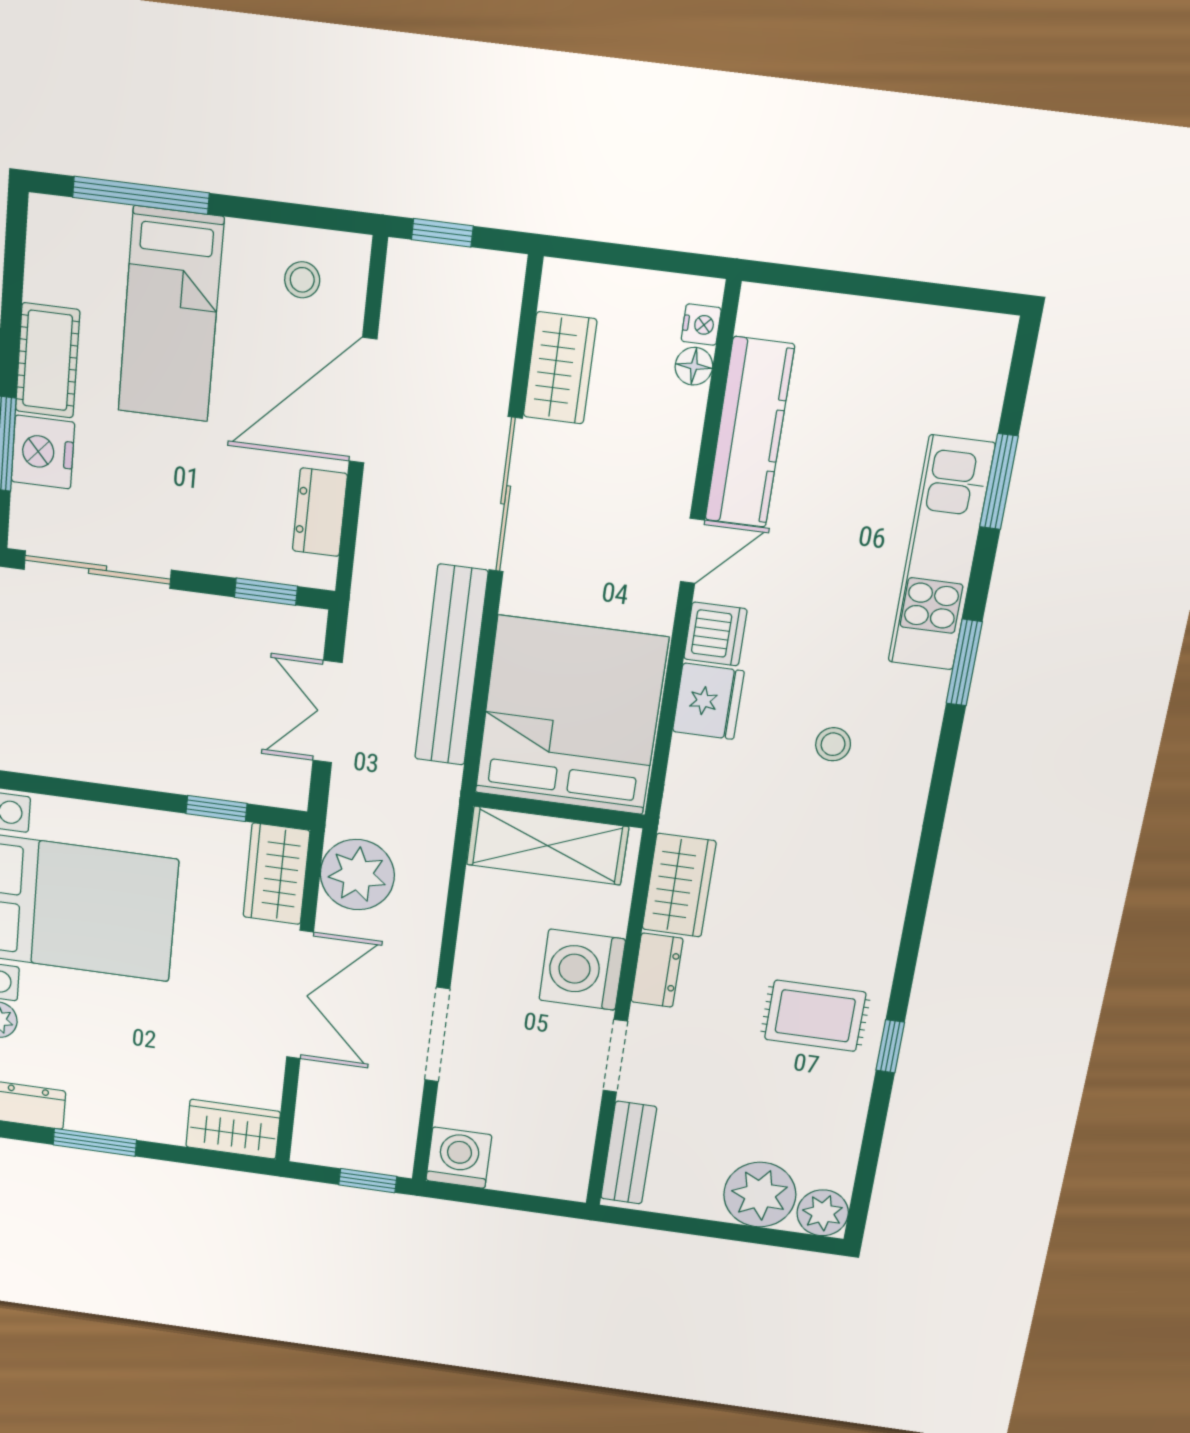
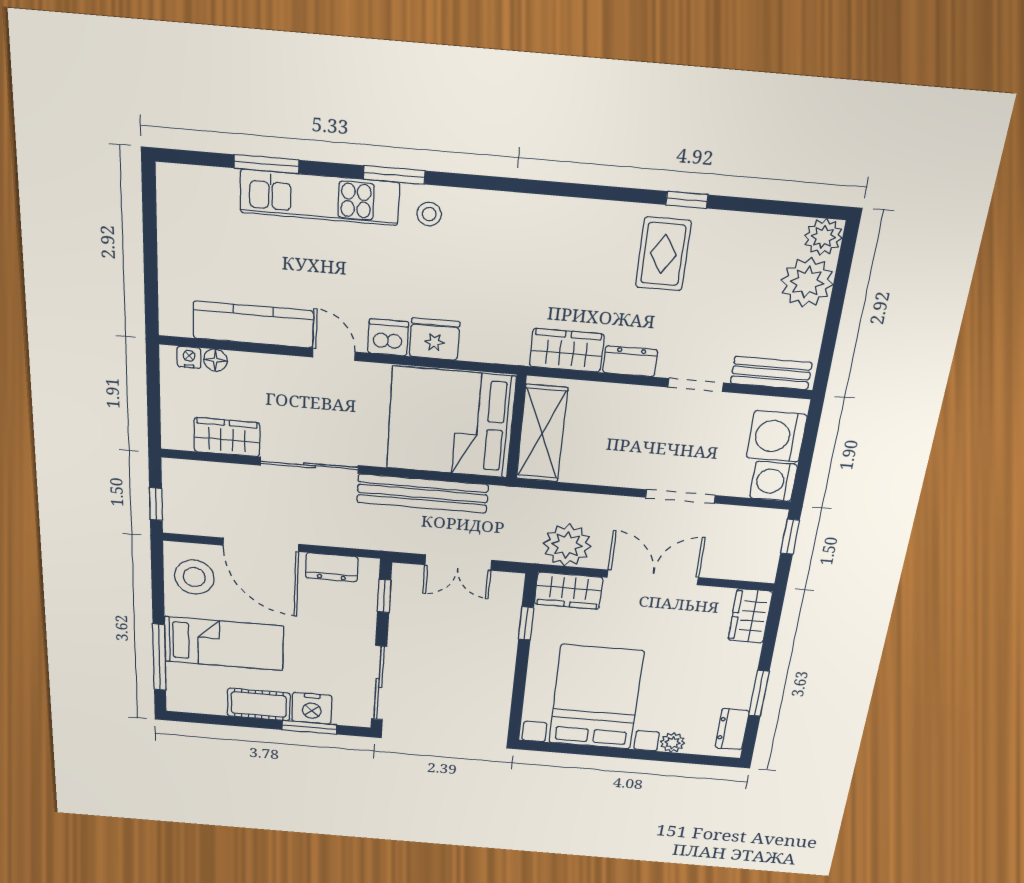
stool: (302, 280) -> (194, 577), width x1.89, depth x1.89
stool: (833, 744) -> (429, 214), moved
washing machine: (582, 970) -> (777, 436), moved, turned 90

